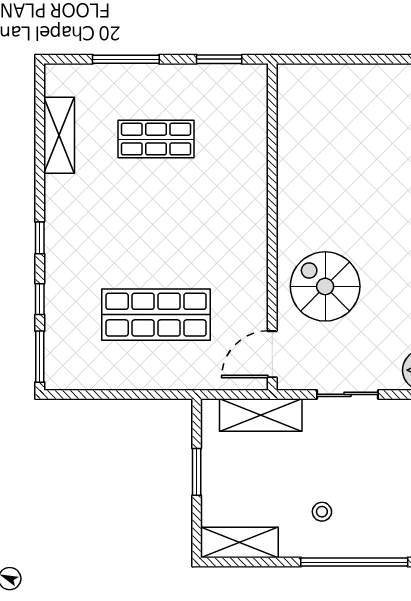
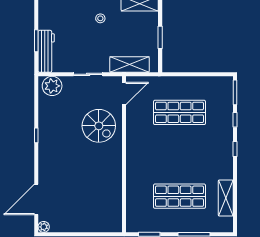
shop shelf: (156, 139) -> (179, 196), width x1.43, depth x1.36

